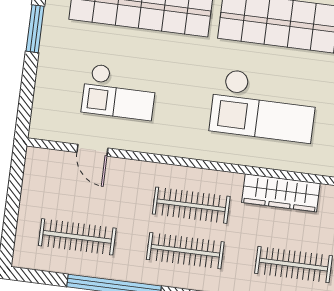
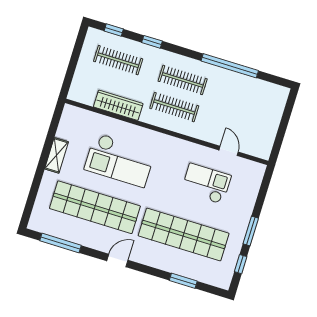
checkout: (264, 106) -> (120, 160), turned 180
clothes rail: (77, 237) -> (247, 100), removed

